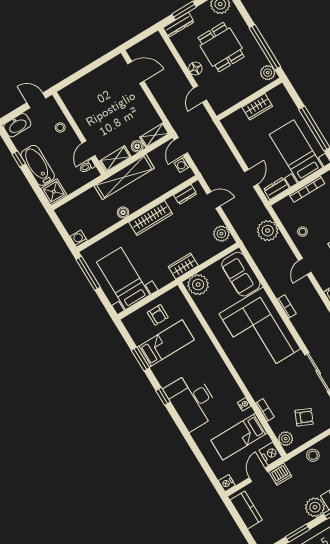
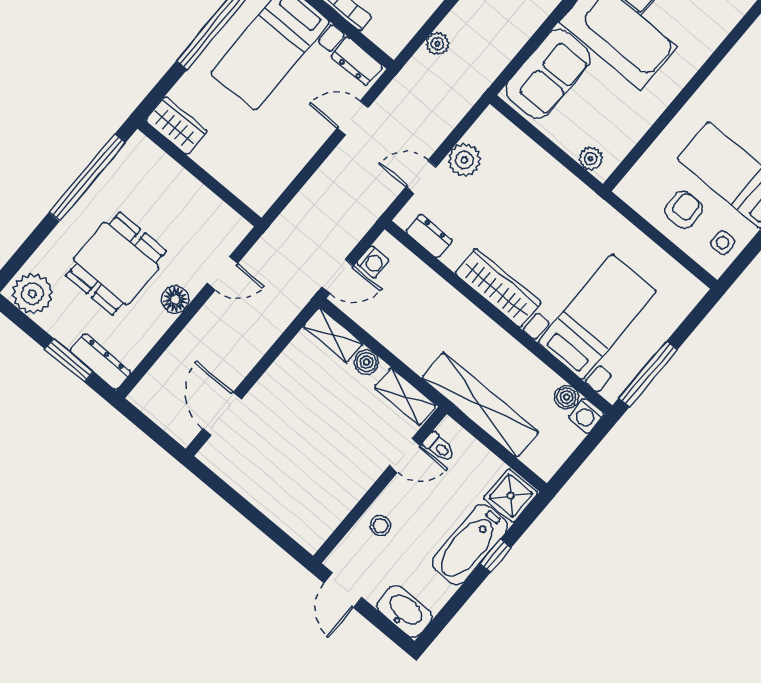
plant: (268, 73) -> (135, 155), removed
wardrobe: (257, 107) -> (176, 126), moved
window: (19, 159) -> (495, 556), moved
shelving: (124, 177) -> (480, 405), moved
door: (213, 200) -> (421, 177), hinge flipped
boiler: (123, 212) -> (567, 397), moved
plant: (268, 231) -> (437, 44), width x0.53, depth x0.53
plant: (221, 234) -> (464, 160), moved
wardrobe: (183, 266) -> (571, 192), removed
bed with nightstands: (123, 279) -> (597, 317), moved, turned 180
plant: (198, 285) -> (591, 159), width x0.53, depth x0.53
side table: (137, 328) -> (722, 243), added

